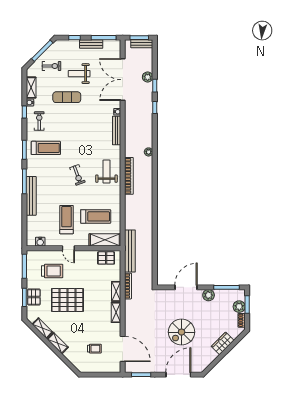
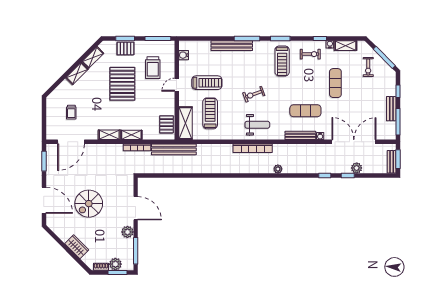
weight bench: (79, 74) -> (360, 96), removed
exercise mat: (93, 126) -> (305, 111), added
treadmill: (96, 216) -> (210, 113), turned 180
spiral stairs: (182, 332) -> (89, 204), turned -90

